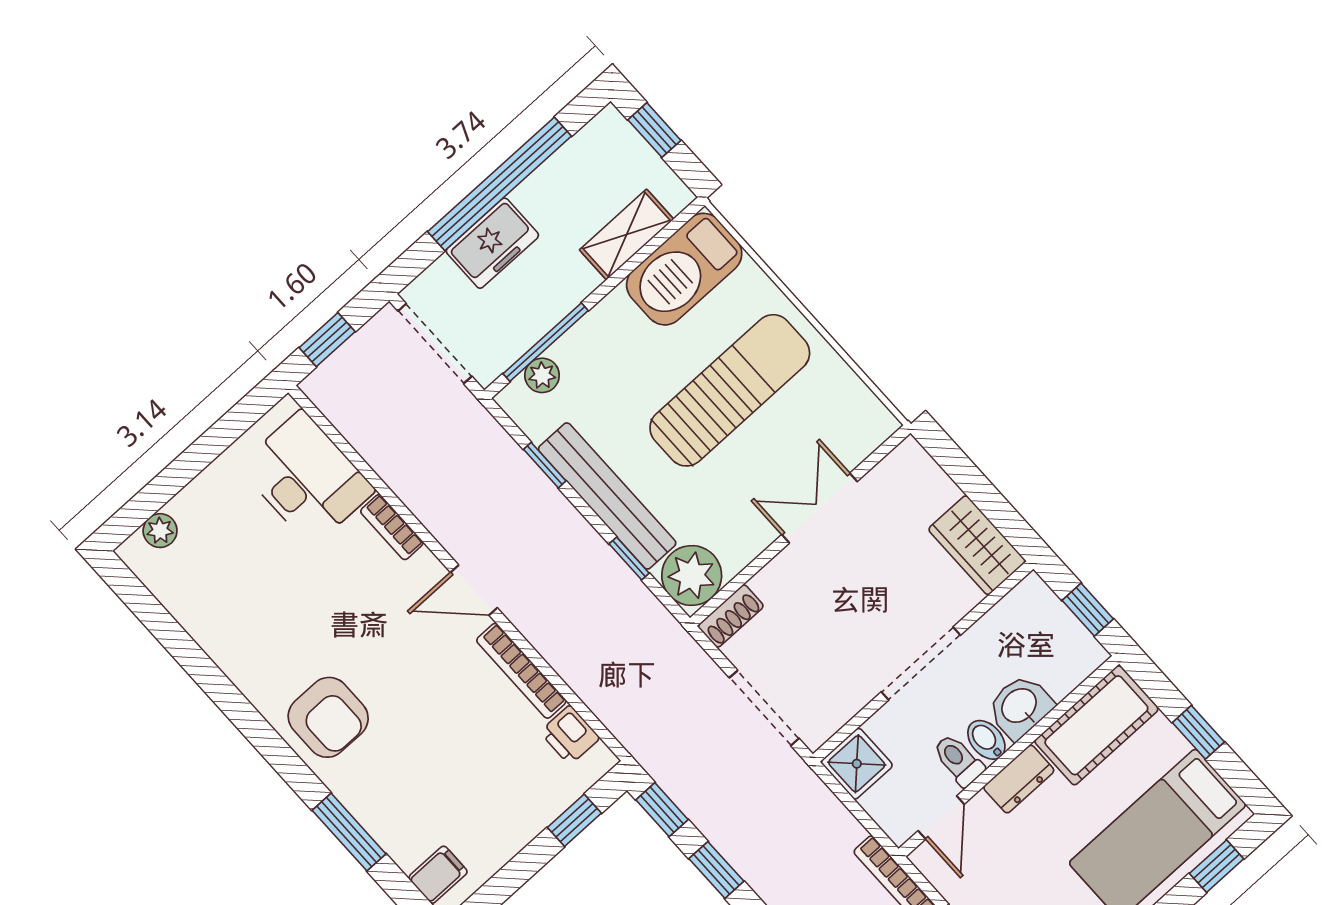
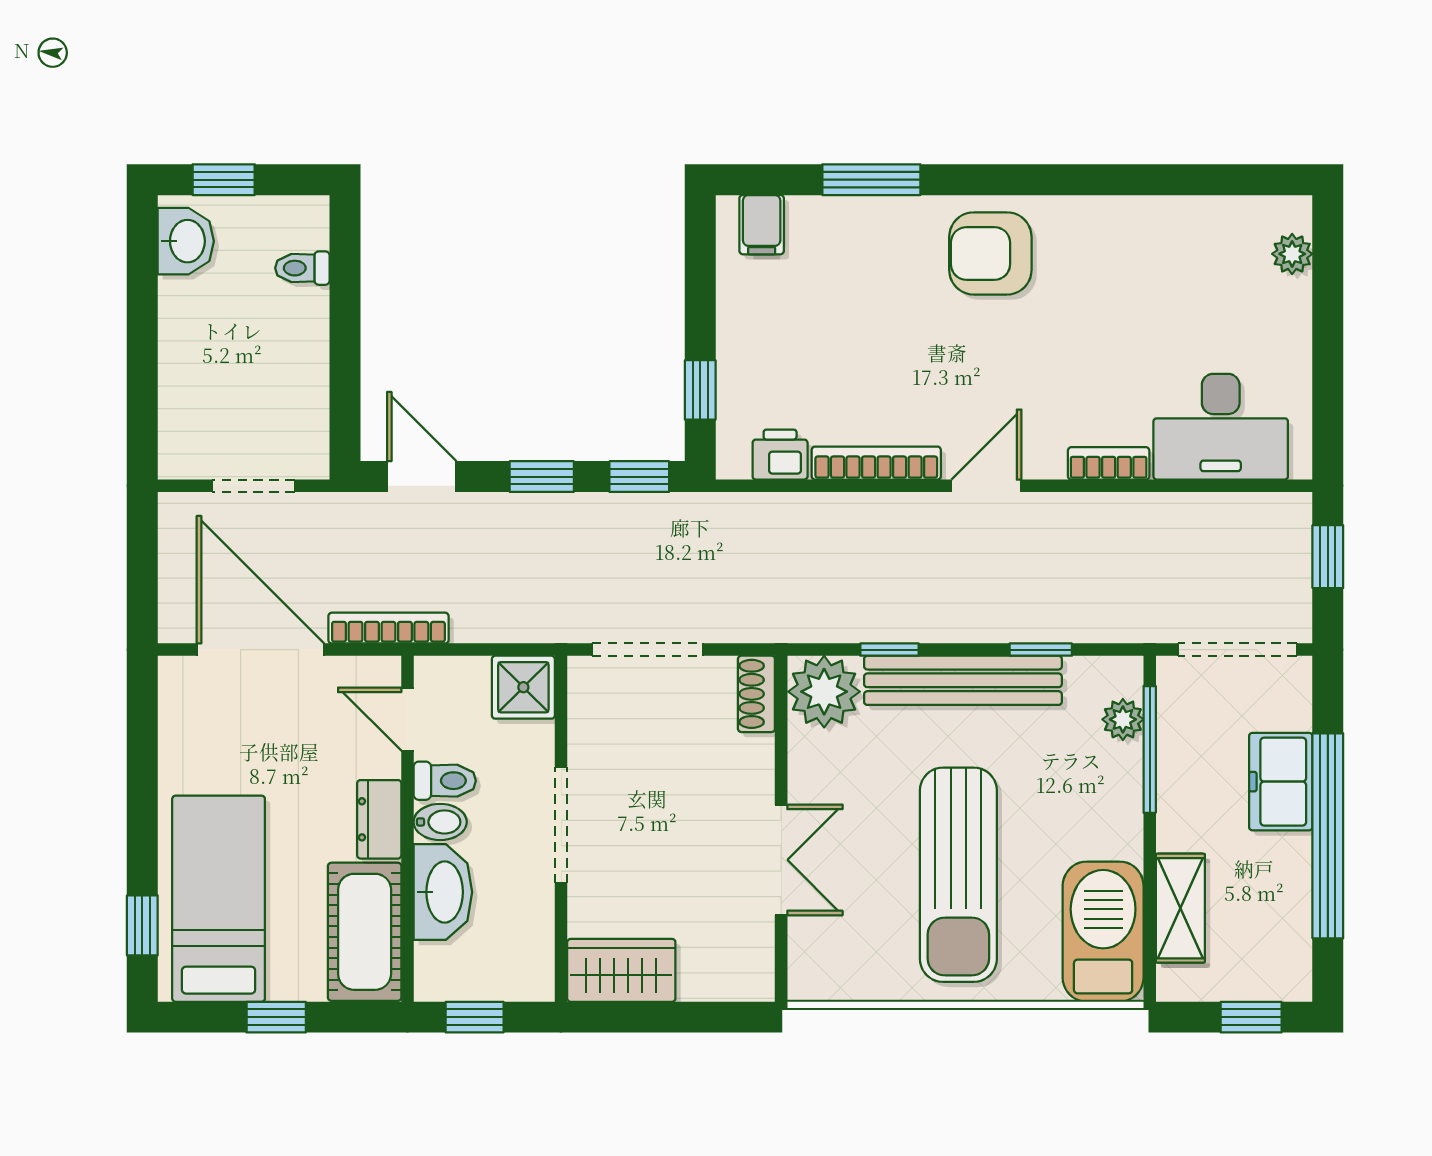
washbasin: (1020, 707) -> (443, 892), width x1.38

